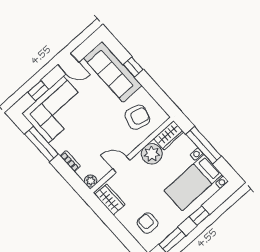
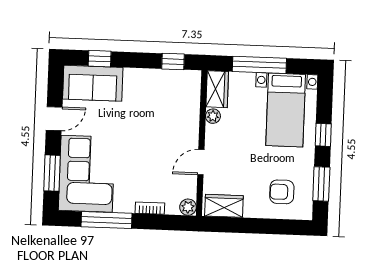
window: (133, 67) -> (100, 59), moved
sofa: (113, 72) -> (93, 83), width x0.73
window: (38, 91) -> (52, 173), width x1.50
window: (161, 97) -> (173, 61), added
armchair: (137, 117) -> (170, 102), removed
plant: (152, 154) -> (213, 116), width x0.53, depth x0.53

